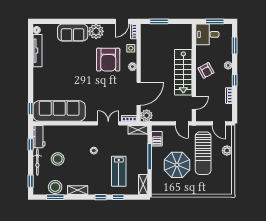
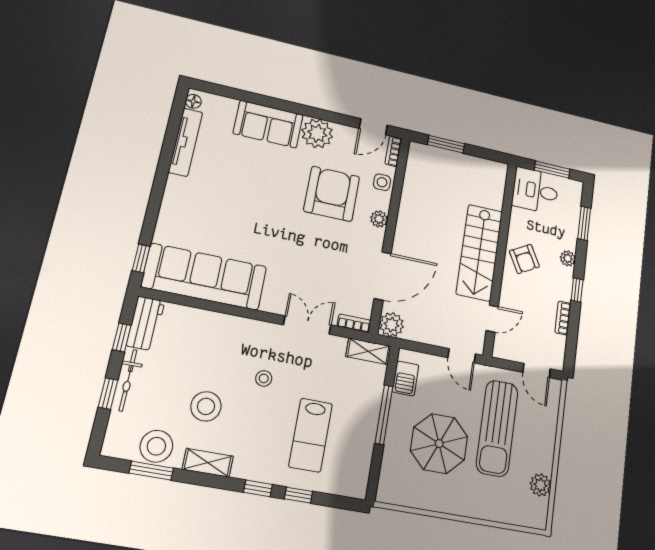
armchair: (108, 60) -> (332, 194), turned 180
plant: (227, 151) -> (540, 485), moved
stool: (58, 159) -> (206, 406), moved
window: (31, 181) -> (108, 394), moved
shelving: (143, 185) -> (359, 475), removed

